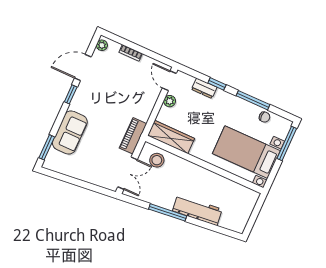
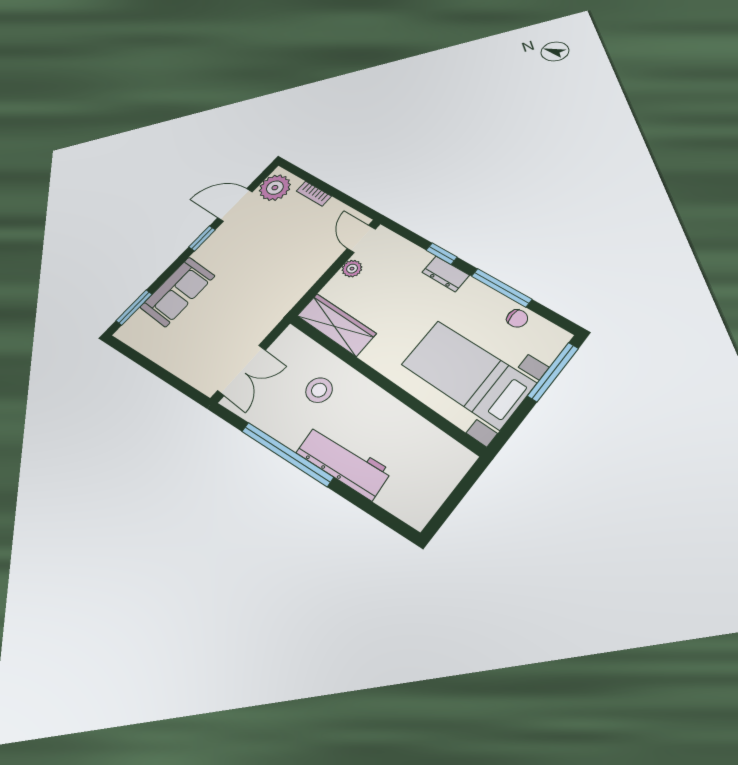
plant: (102, 45) -> (275, 188), width x1.88, depth x1.88
dresser: (204, 88) -> (445, 274), moved
piano: (133, 136) -> (273, 312), removed
stool: (157, 160) -> (319, 390), moved
window: (168, 212) -> (286, 454), width x1.46

